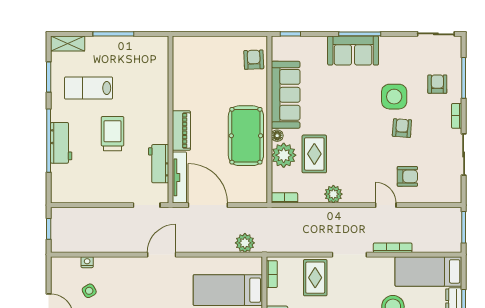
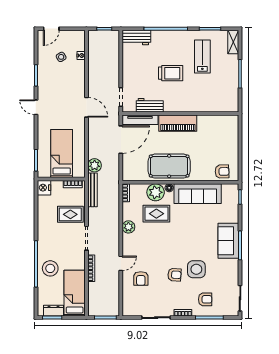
piano: (181, 131) -> (178, 123), width x1.37, depth x1.33
workbench: (61, 143) -> (136, 37), moved
bench: (280, 246) -> (93, 190), added

